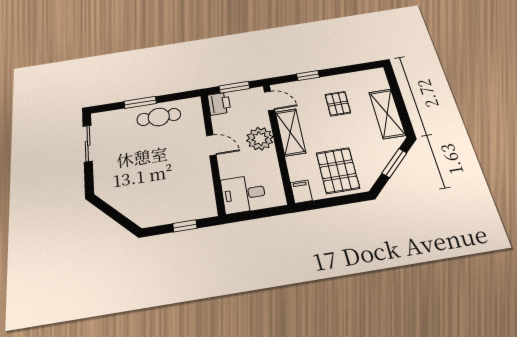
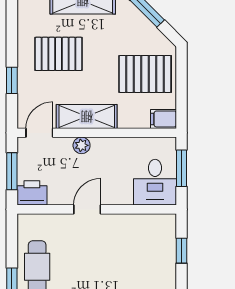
pallet: (338, 104) -> (58, 54), width x1.50, depth x1.42
plant: (260, 139) -> (82, 145), width x0.53, depth x0.53
window: (260, 214) -> (182, 168), added

